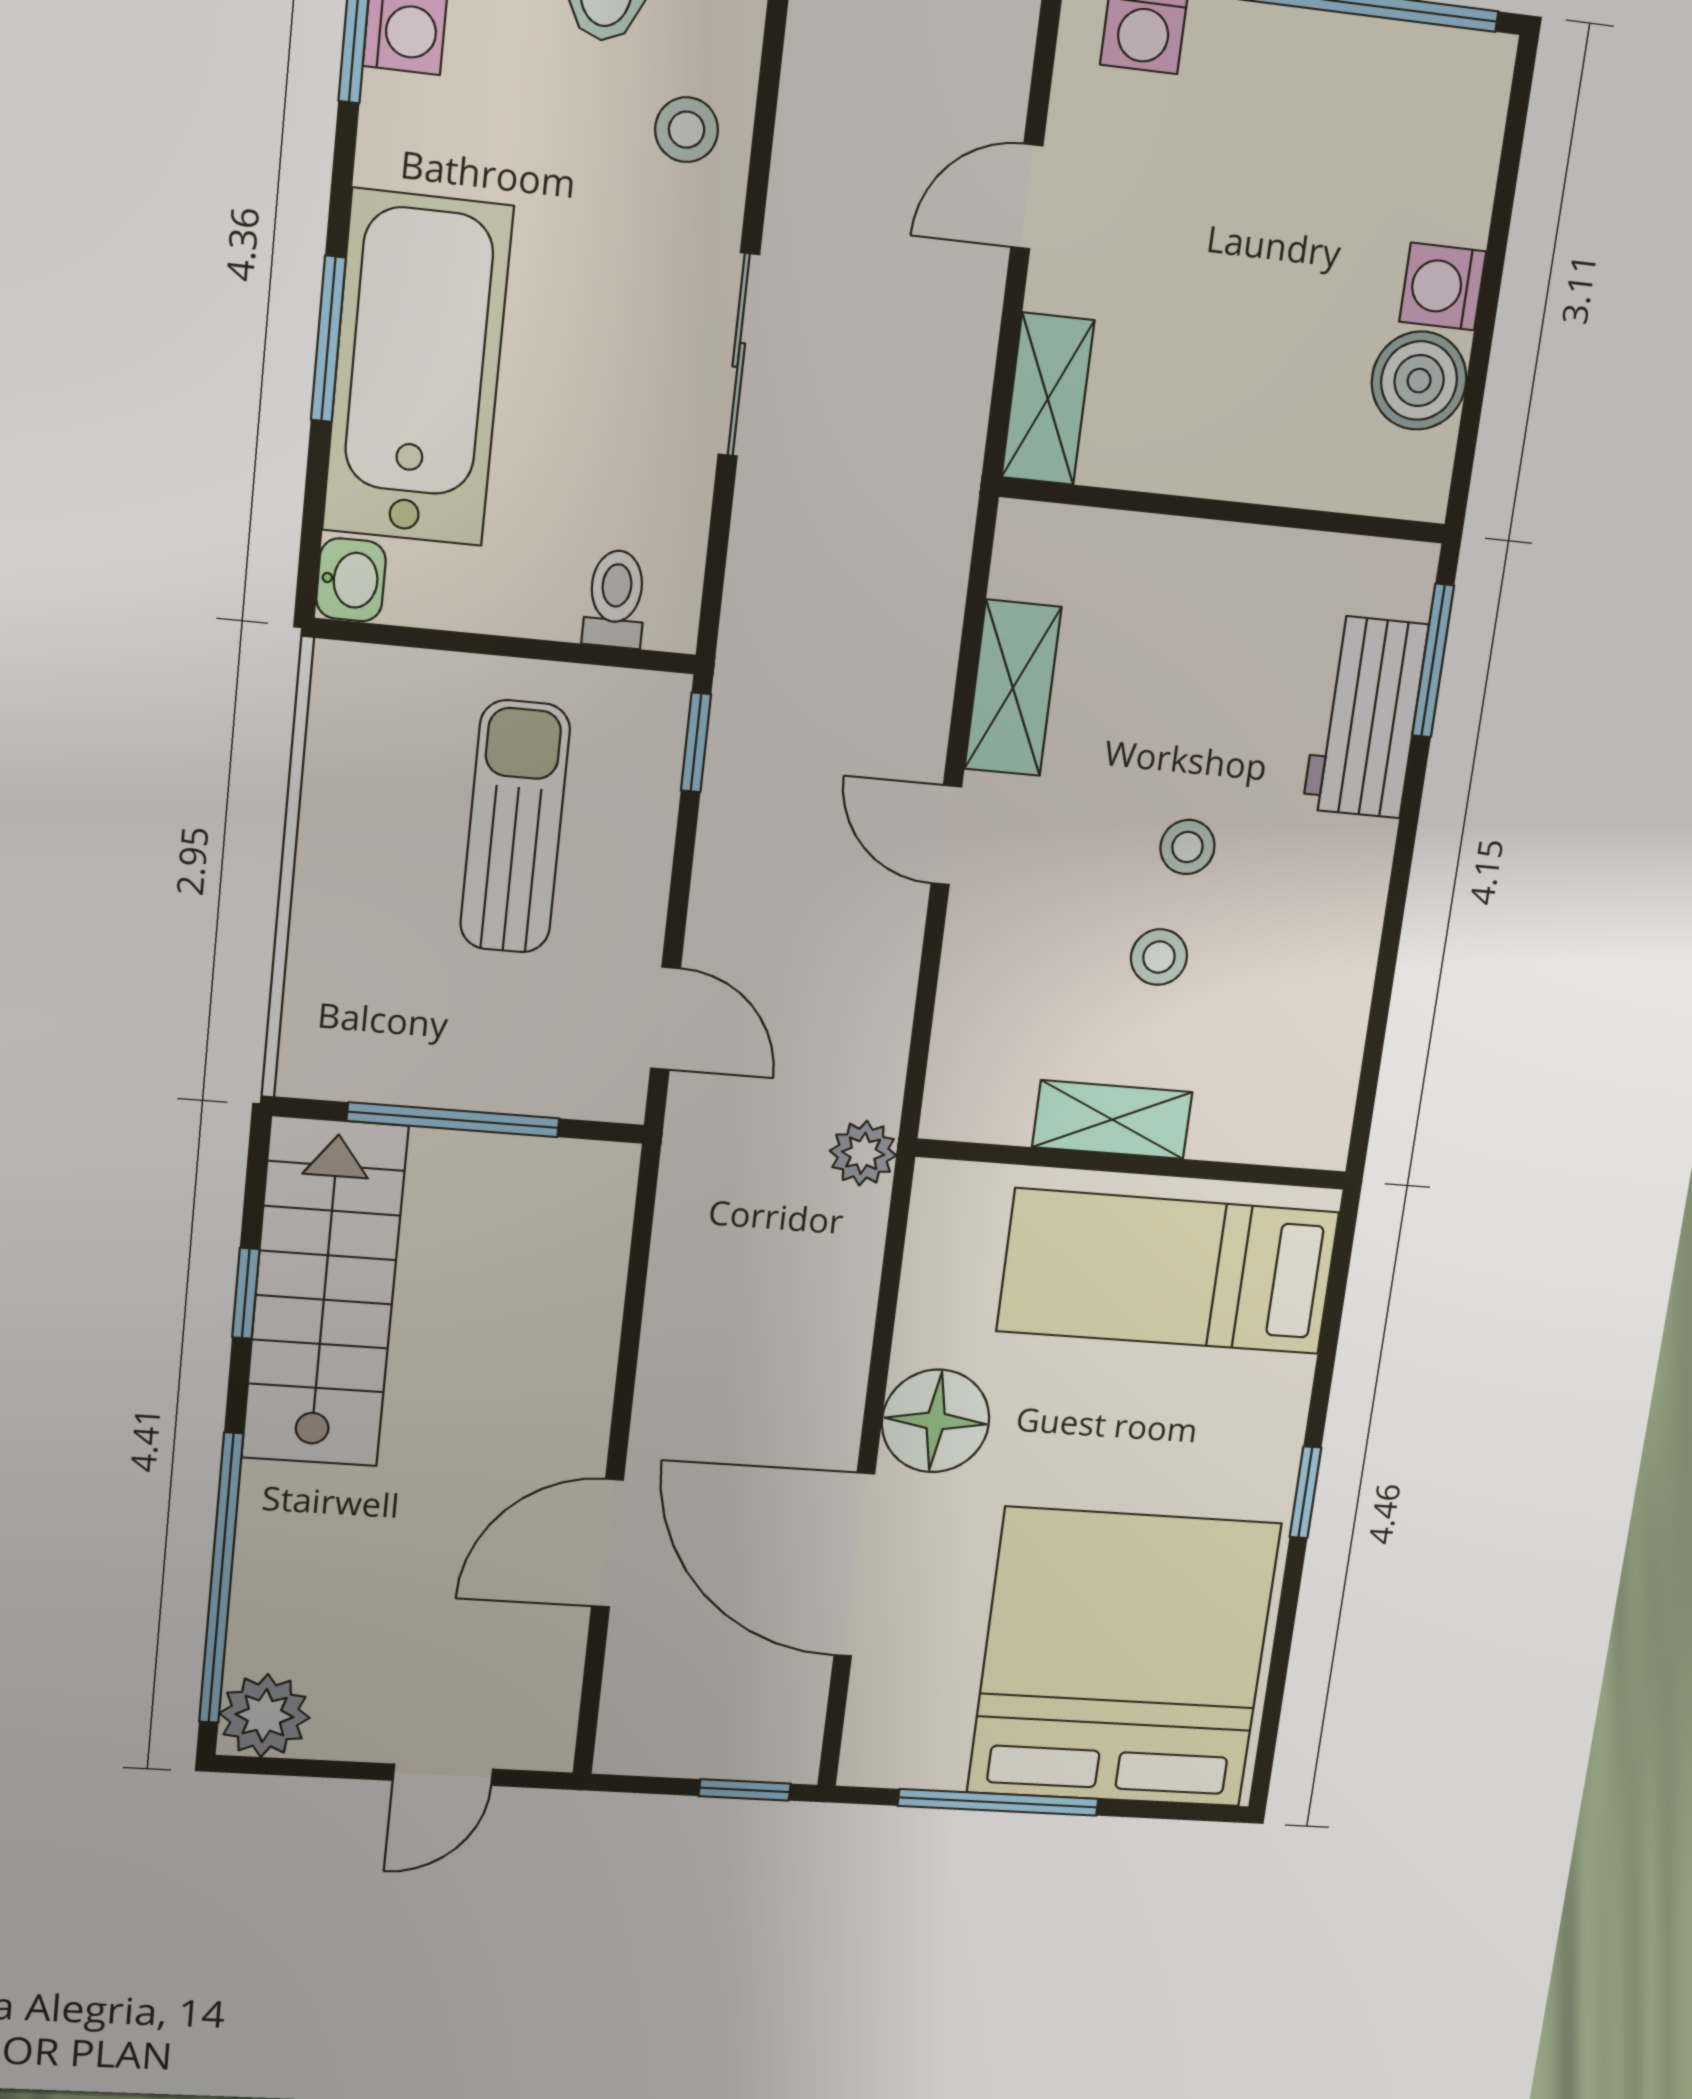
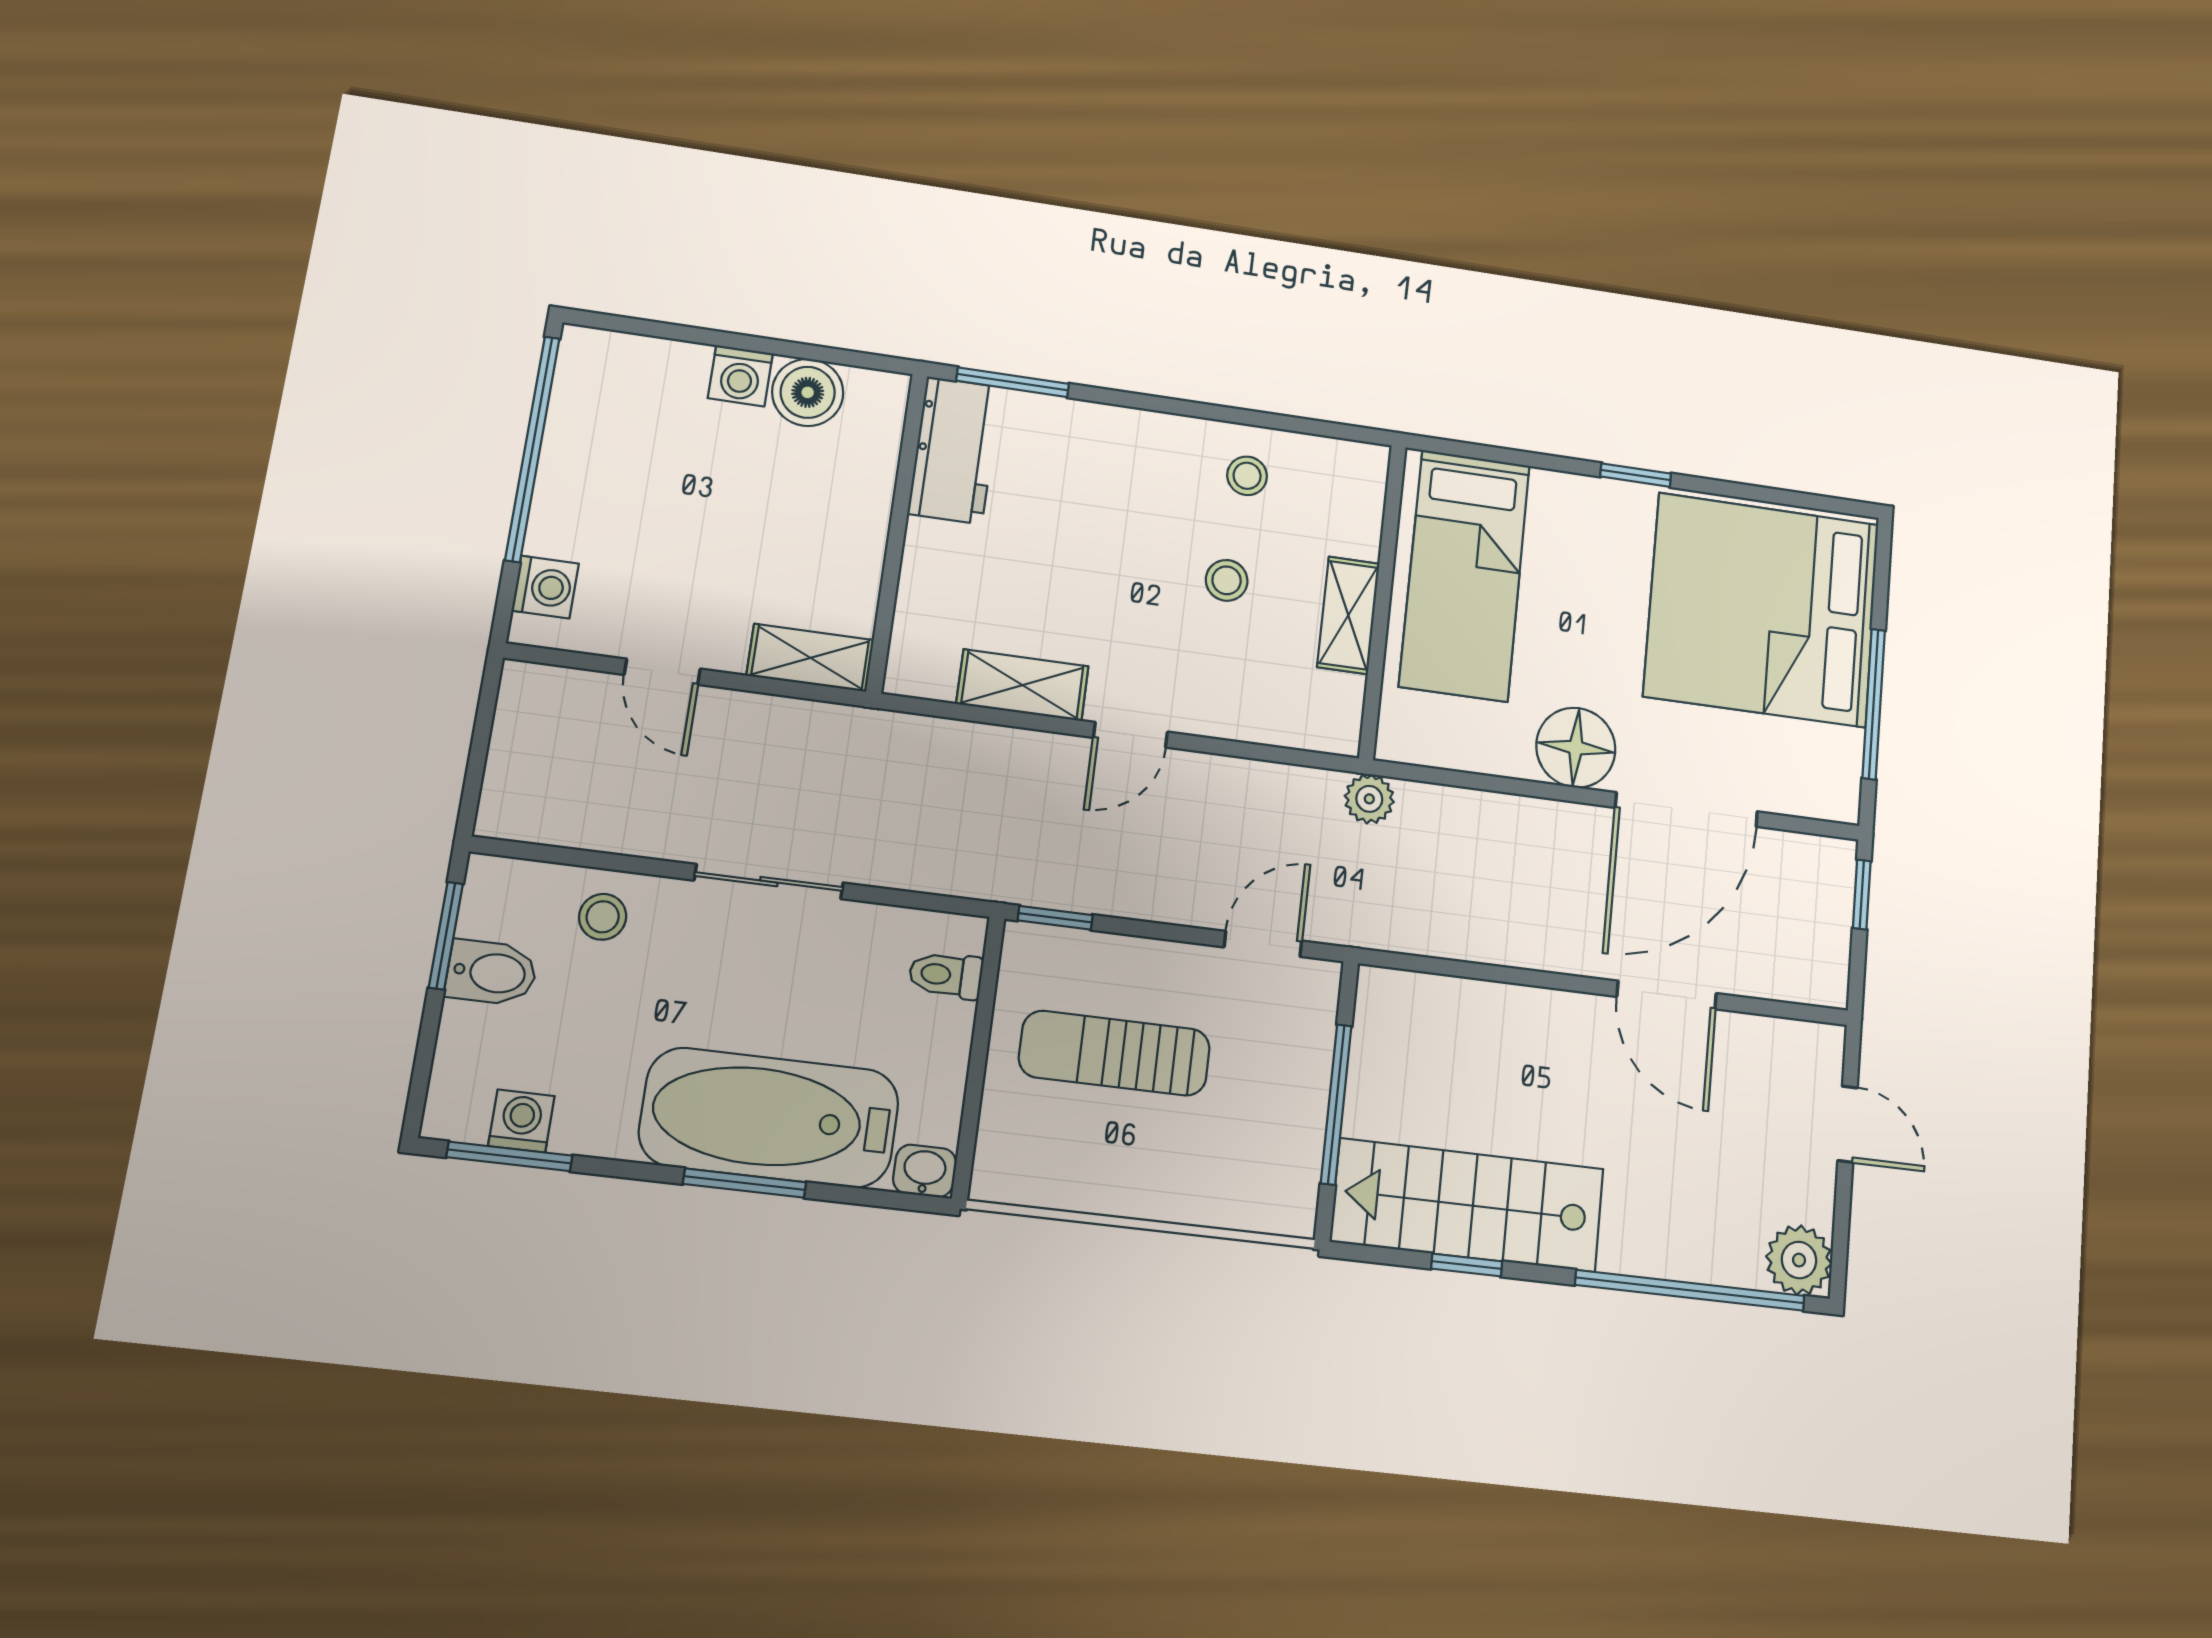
workbench: (1365, 717) -> (954, 450), moved, turned -90
stool: (1187, 847) -> (1247, 476), moved

